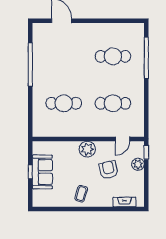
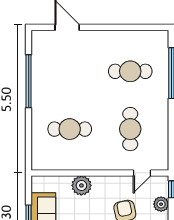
cafe table: (113, 103) -> (130, 129), turned 90
plant: (87, 149) -> (81, 185), moved

